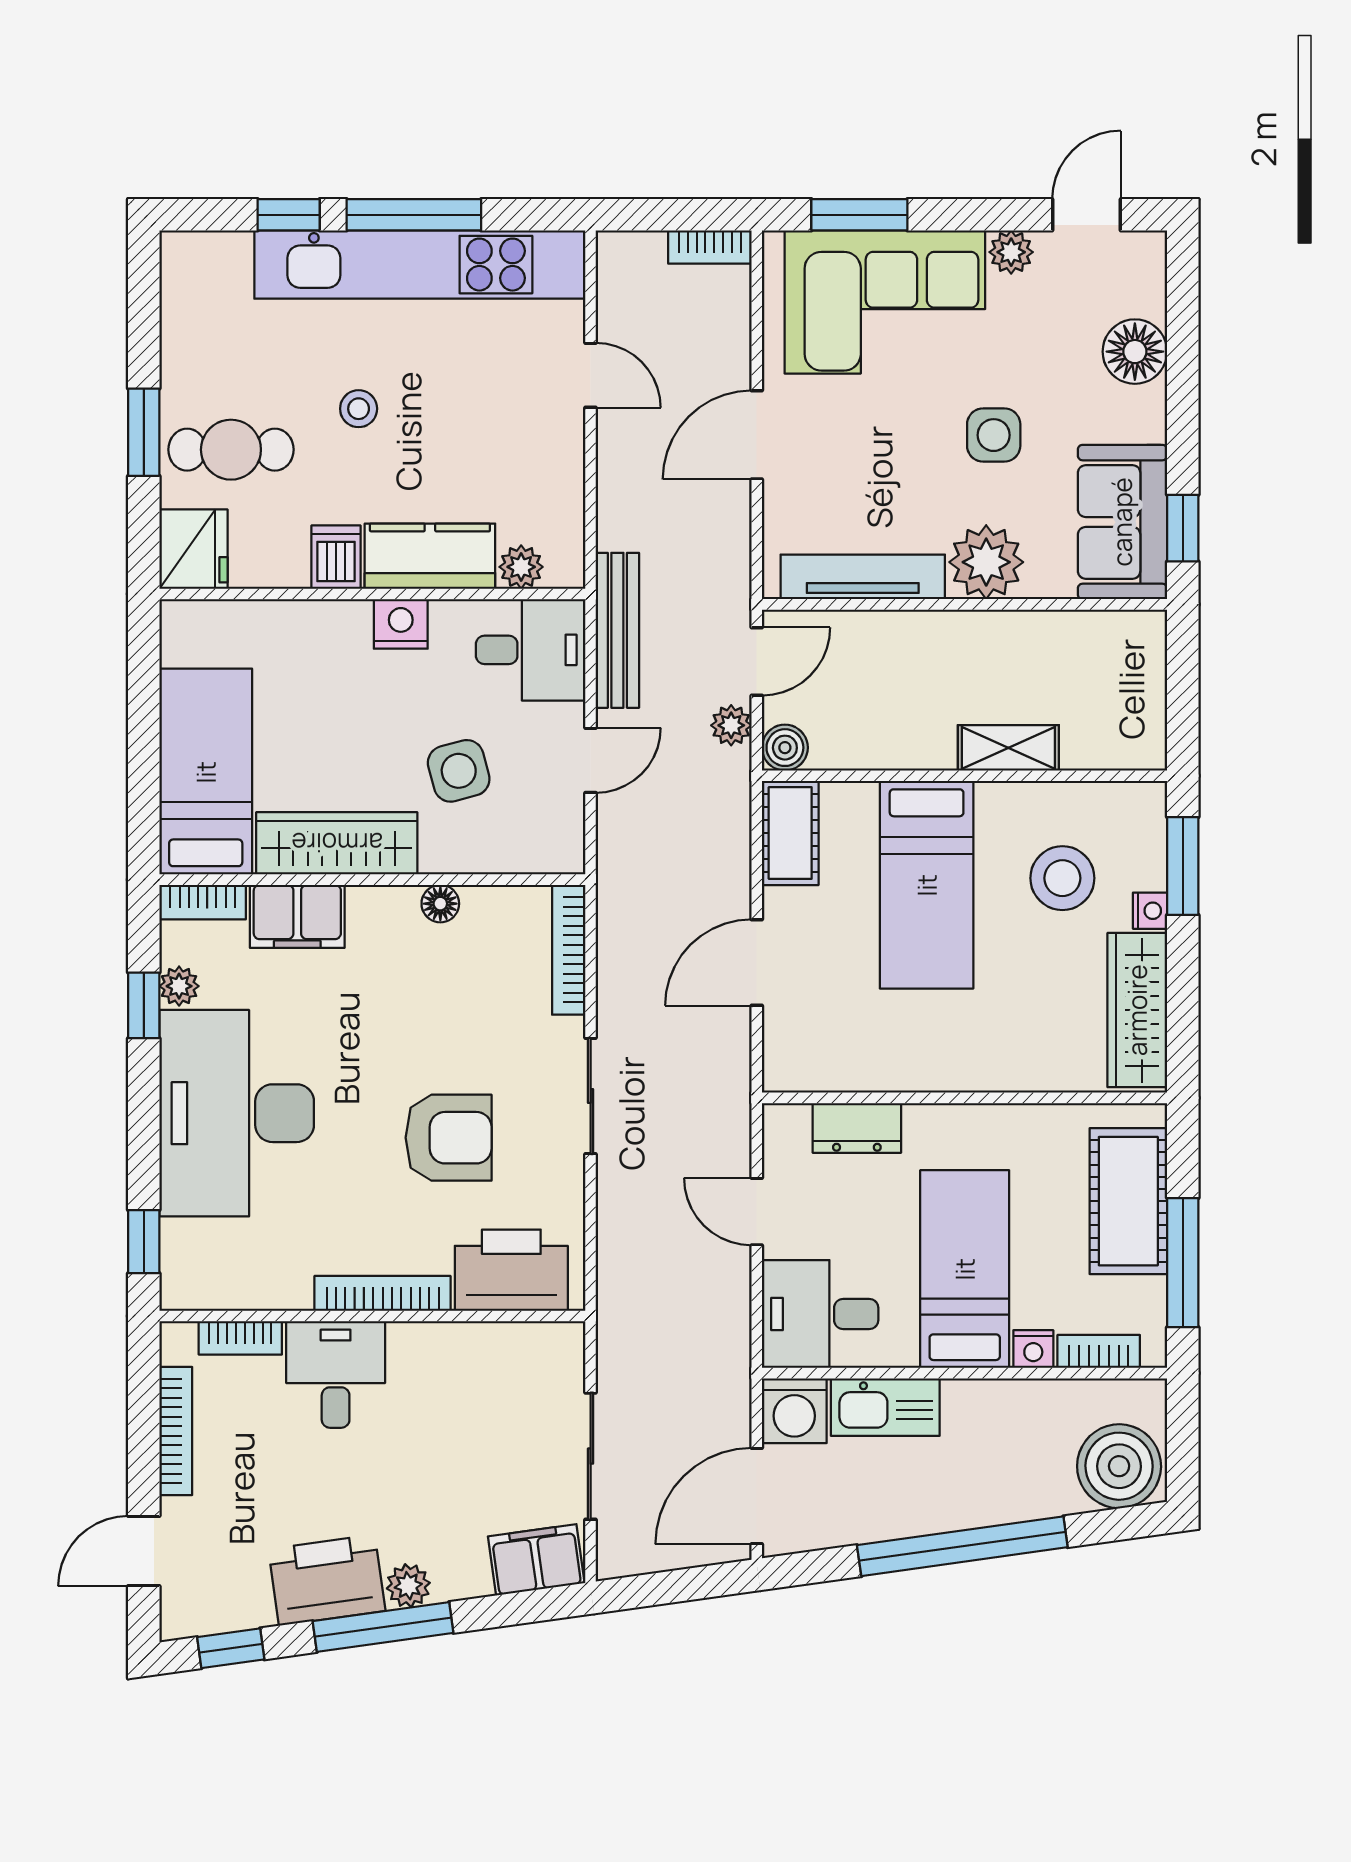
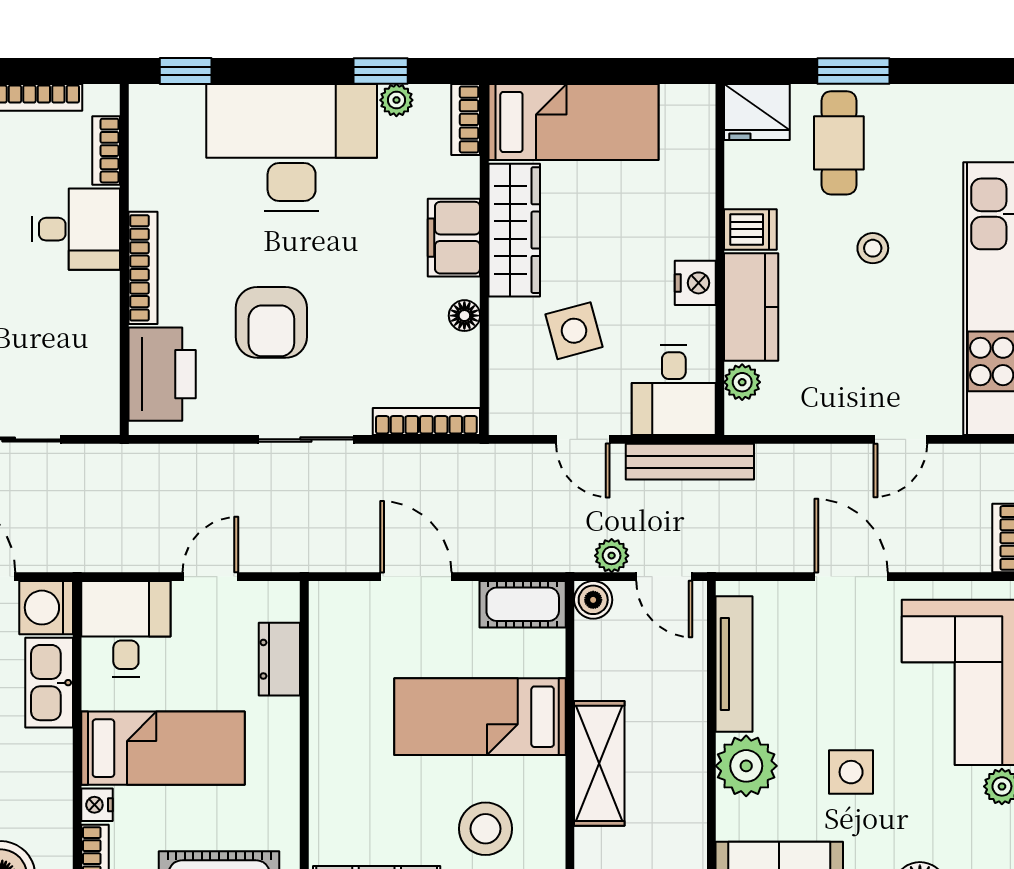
shelving: (1008, 748) -> (599, 763), width x1.50, depth x1.33
filing cabinet: (297, 916) -> (454, 238), moved

